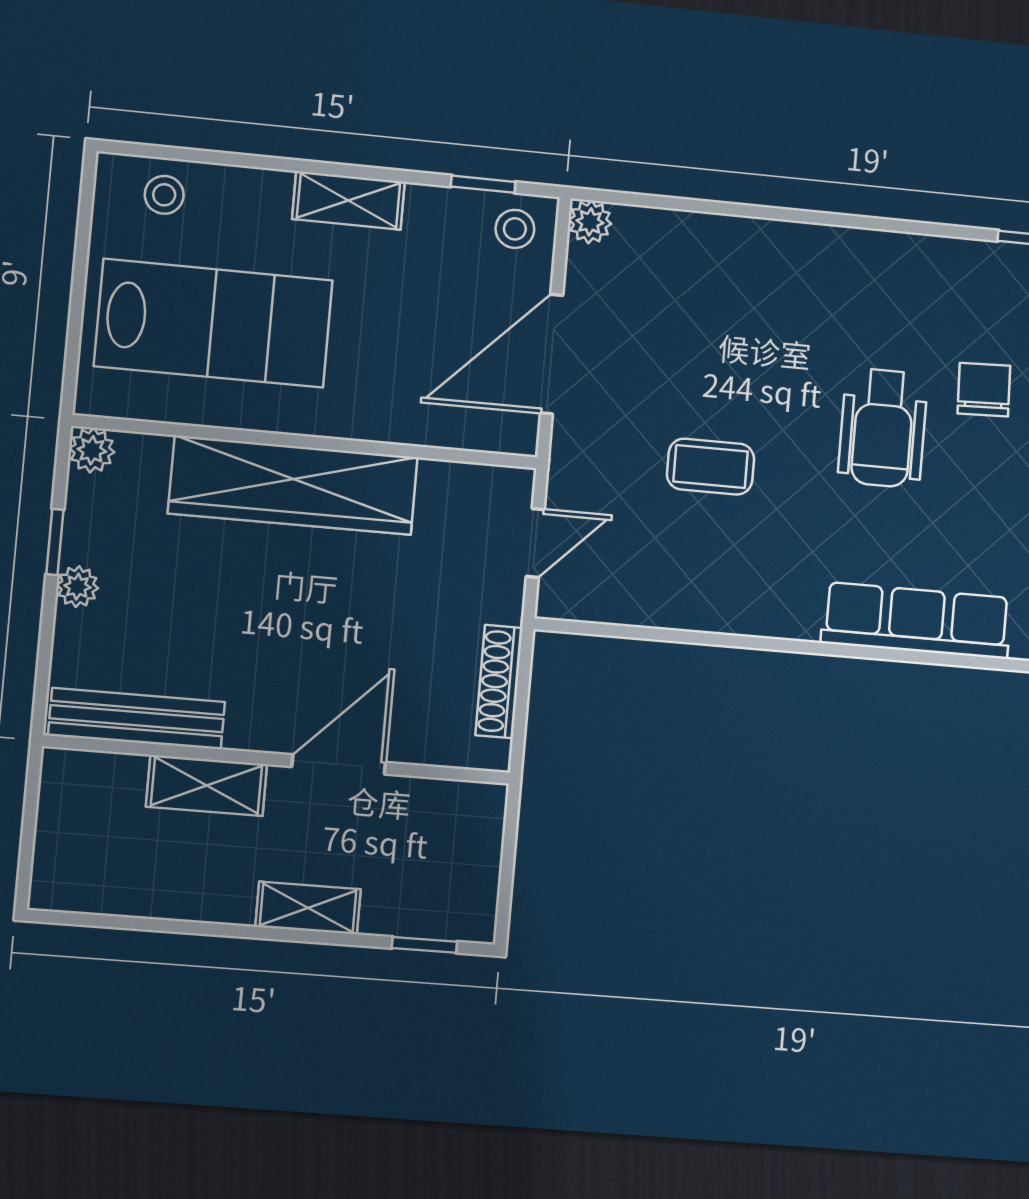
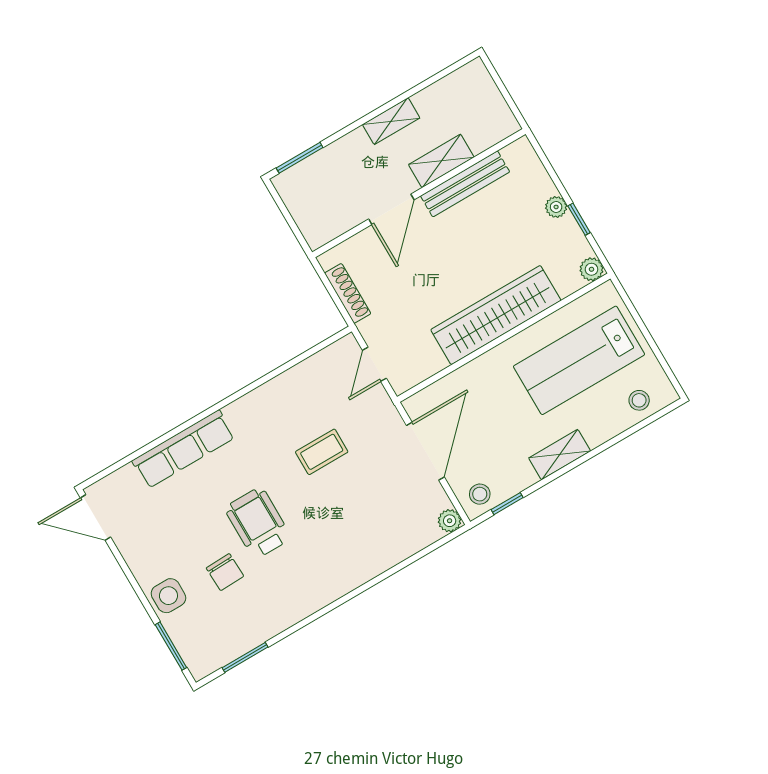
bench: (137, 719) -> (465, 184), moved
shelving: (308, 908) -> (391, 121), moved
window: (424, 945) -> (300, 158), width x1.50

